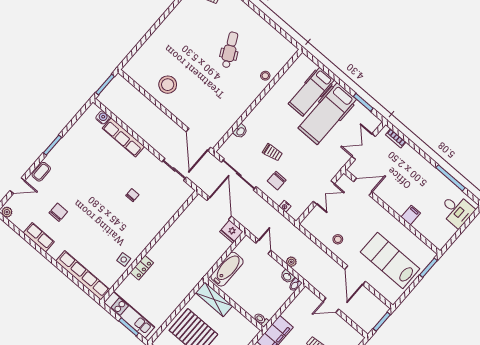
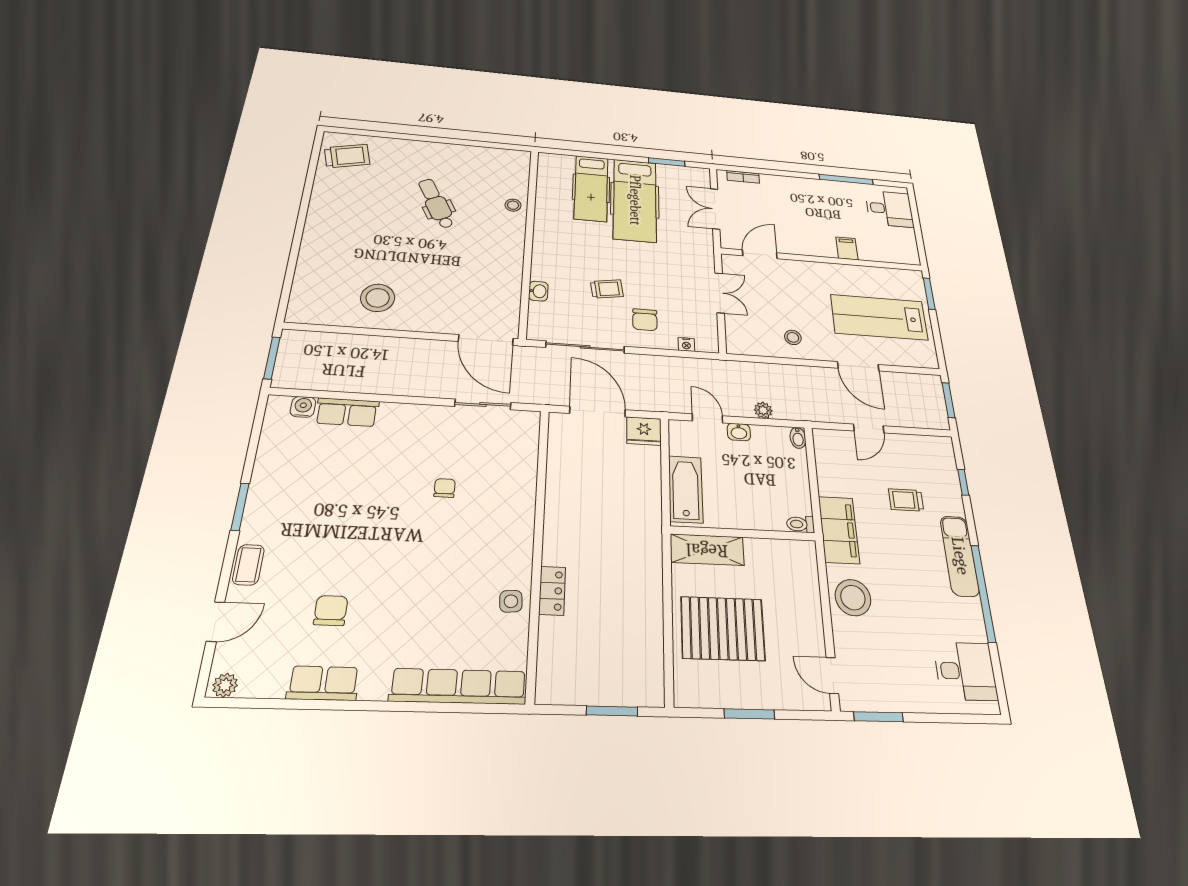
row of seats: (123, 137) -> (347, 412), width x0.68
washbasin: (287, 276) -> (739, 432), moved
kitchen unit: (129, 315) -> (596, 688), removed

